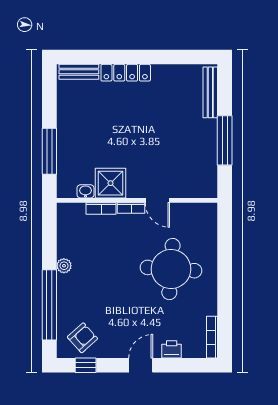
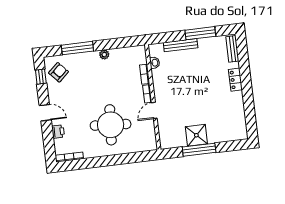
locker: (126, 73) -> (235, 80), width x0.66
bench: (210, 92) -> (181, 45), moved
window: (49, 151) -> (200, 33), moved
shower: (111, 183) -> (196, 135), moved
window: (49, 305) -> (77, 48), width x0.68
armchair: (82, 338) -> (59, 72), turned -90

